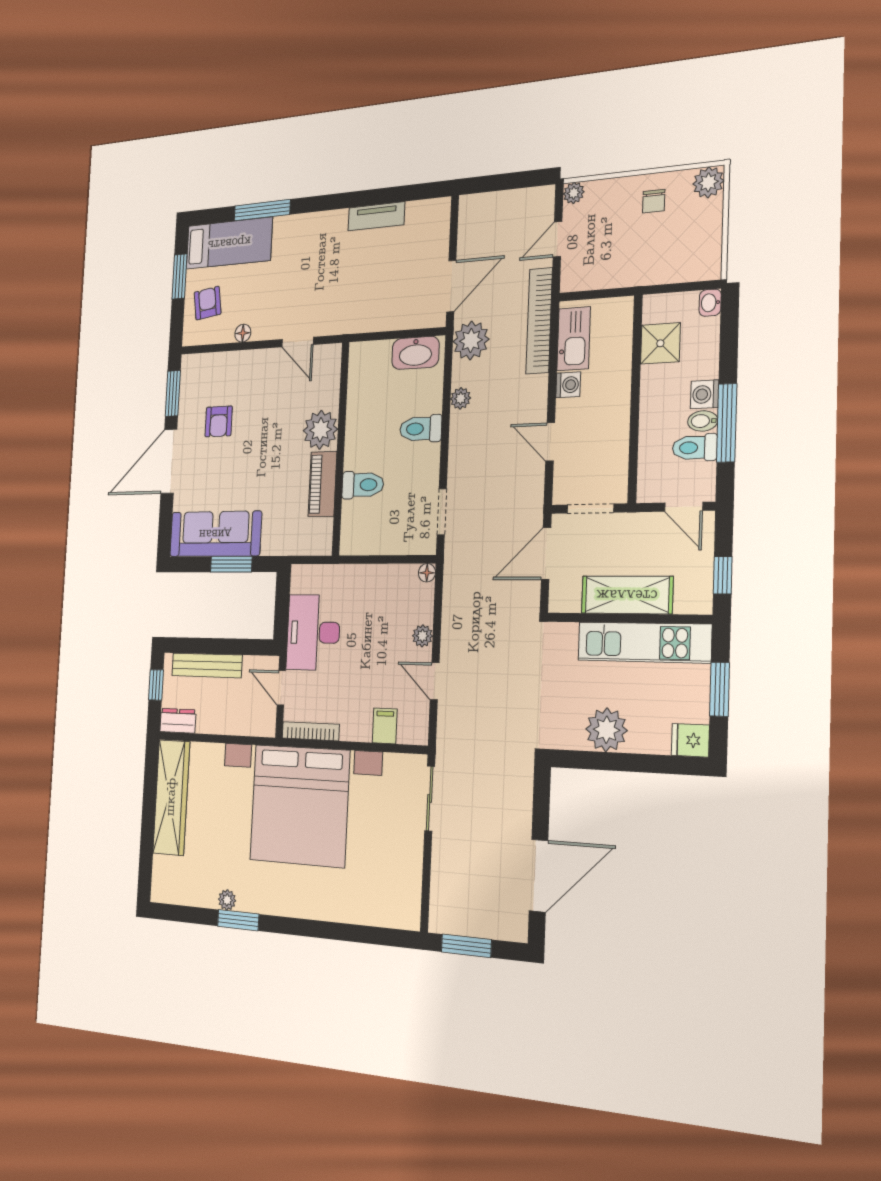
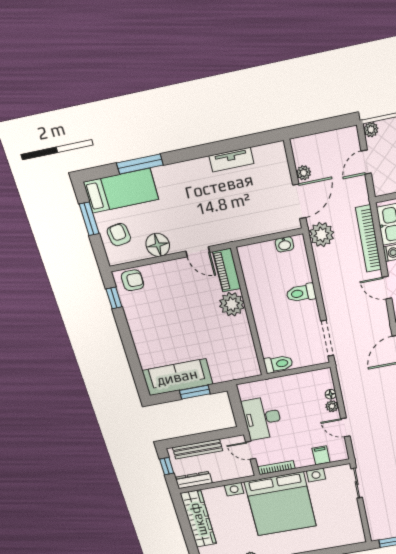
bookcase: (539, 321) -> (369, 239), moved
floor lamp: (243, 333) -> (158, 245), width x1.89, depth x1.89
washbasin: (415, 353) -> (284, 244), width x0.52, depth x0.69
window: (173, 393) -> (114, 298), width x0.67
plant: (461, 398) -> (304, 173), moved
armchair: (219, 421) -> (132, 280), moved, turned -90
door: (169, 461) -> (127, 341), removed
piano: (322, 484) -> (227, 270), moved
toilet: (363, 485) -> (278, 364), moved
doorway: (442, 512) -> (327, 338), width x1.38
floor lamp: (427, 573) -> (331, 394), moved
dresser: (178, 721) -> (194, 480), width x1.44

